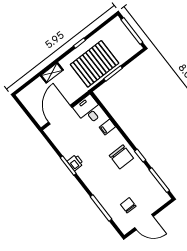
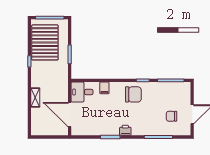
pallet: (95, 64) -> (45, 42), moved
printer: (75, 163) -> (125, 130), moved

